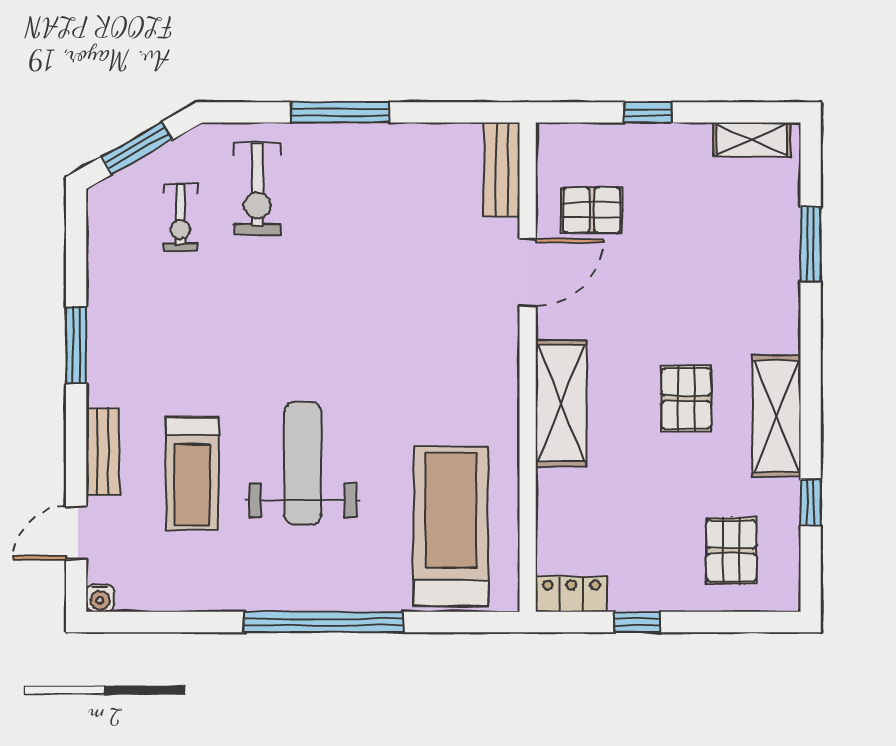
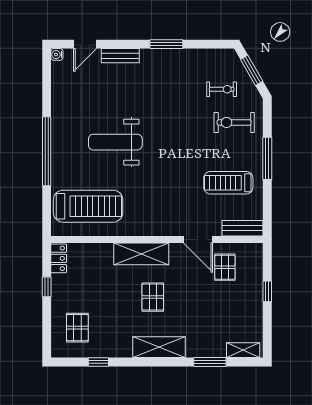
shelving: (752, 140) -> (243, 350), moved, turned 90
exercise bike: (180, 218) -> (222, 89), turned 180
pallet: (686, 398) -> (153, 297), moved, turned 90
shelving: (776, 416) -> (159, 347), moved
weight bench: (303, 463) -> (115, 142), turned 180
treadmill: (192, 473) -> (228, 183), moved
door: (76, 533) -> (85, 44), swing flipped
pallet: (731, 551) -> (77, 328), turned 90

